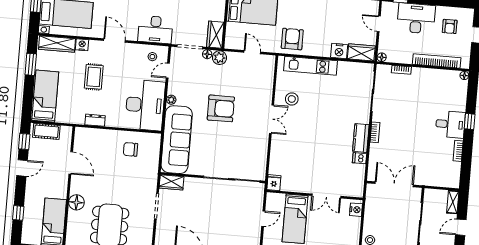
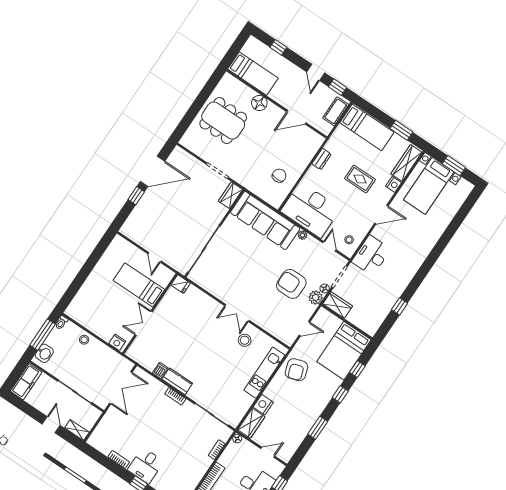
armchair: (292, 39) -> (296, 370), turned 72
armchair: (221, 108) -> (291, 284), moved, turned 90

